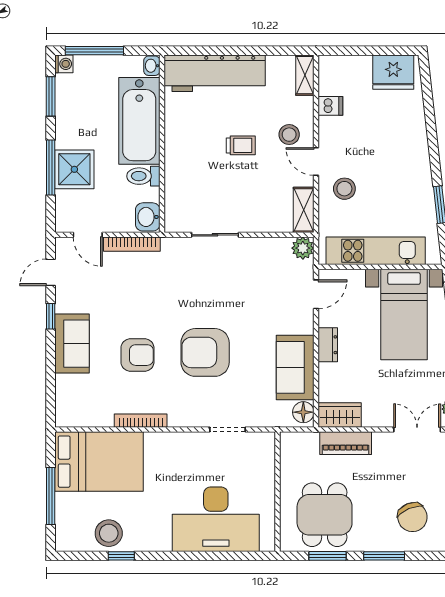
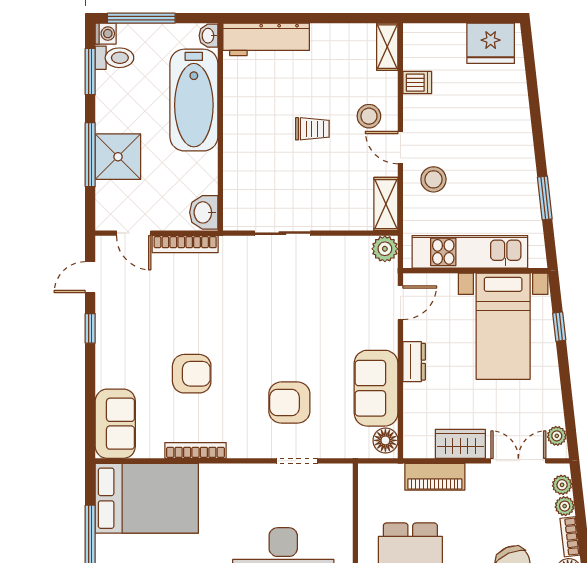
workbench: (215, 73) -> (266, 39), width x0.73, depth x0.76
toilet: (143, 176) -> (114, 58), moved, turned 180
sofa: (72, 344) -> (115, 424), moved
armchair: (205, 352) -> (289, 403), moved, width x0.73, depth x0.73
wardrobe: (340, 415) -> (460, 444), moved

